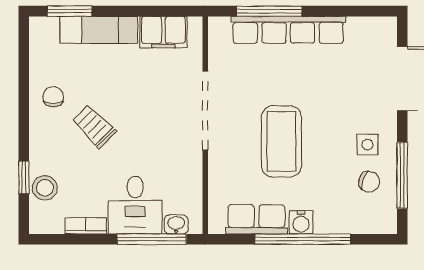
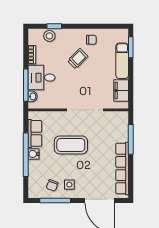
row of seats: (288, 30) -> (122, 169), moved

